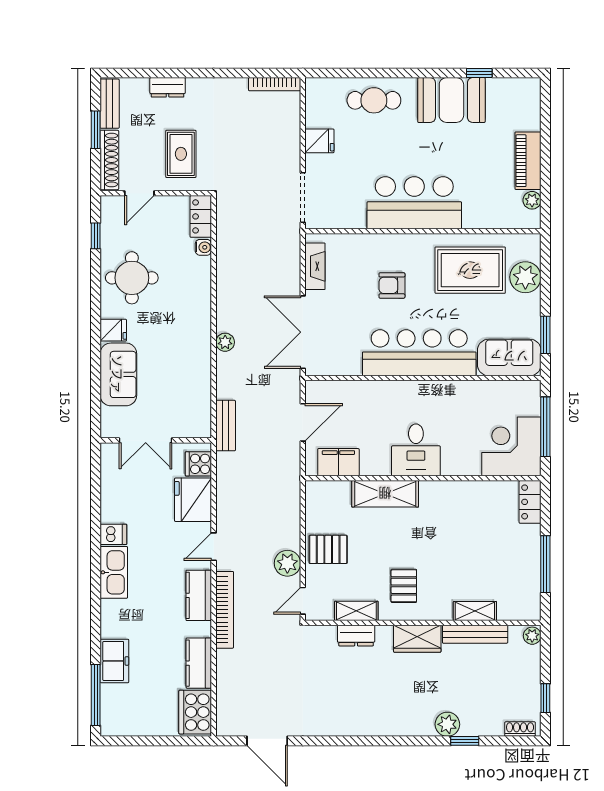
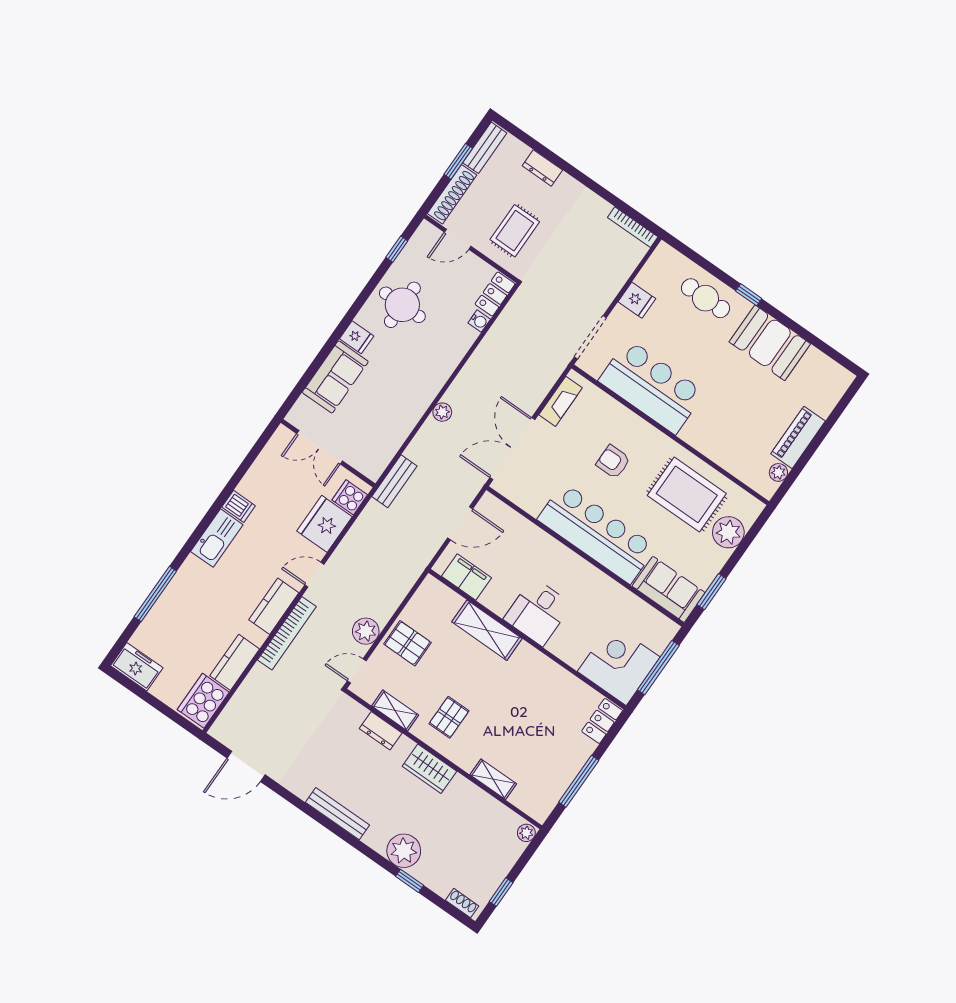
window: (479, 73) -> (749, 295), moved
bar counter: (414, 203) -> (652, 387), moved
bench: (475, 634) -> (337, 814), moved
freezer: (114, 661) -> (137, 667), moved, turned -90
window: (96, 695) -> (155, 594), moved
plant: (447, 724) -> (404, 851), width x1.36, depth x1.36
door: (267, 741) -> (246, 766), hinge flipped

